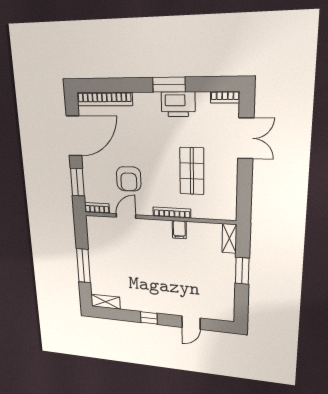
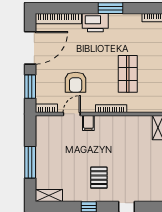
printer: (178, 104) -> (95, 23), moved
filing cabinet: (179, 230) -> (88, 123), moved
pallet: (159, 289) -> (99, 178), added

